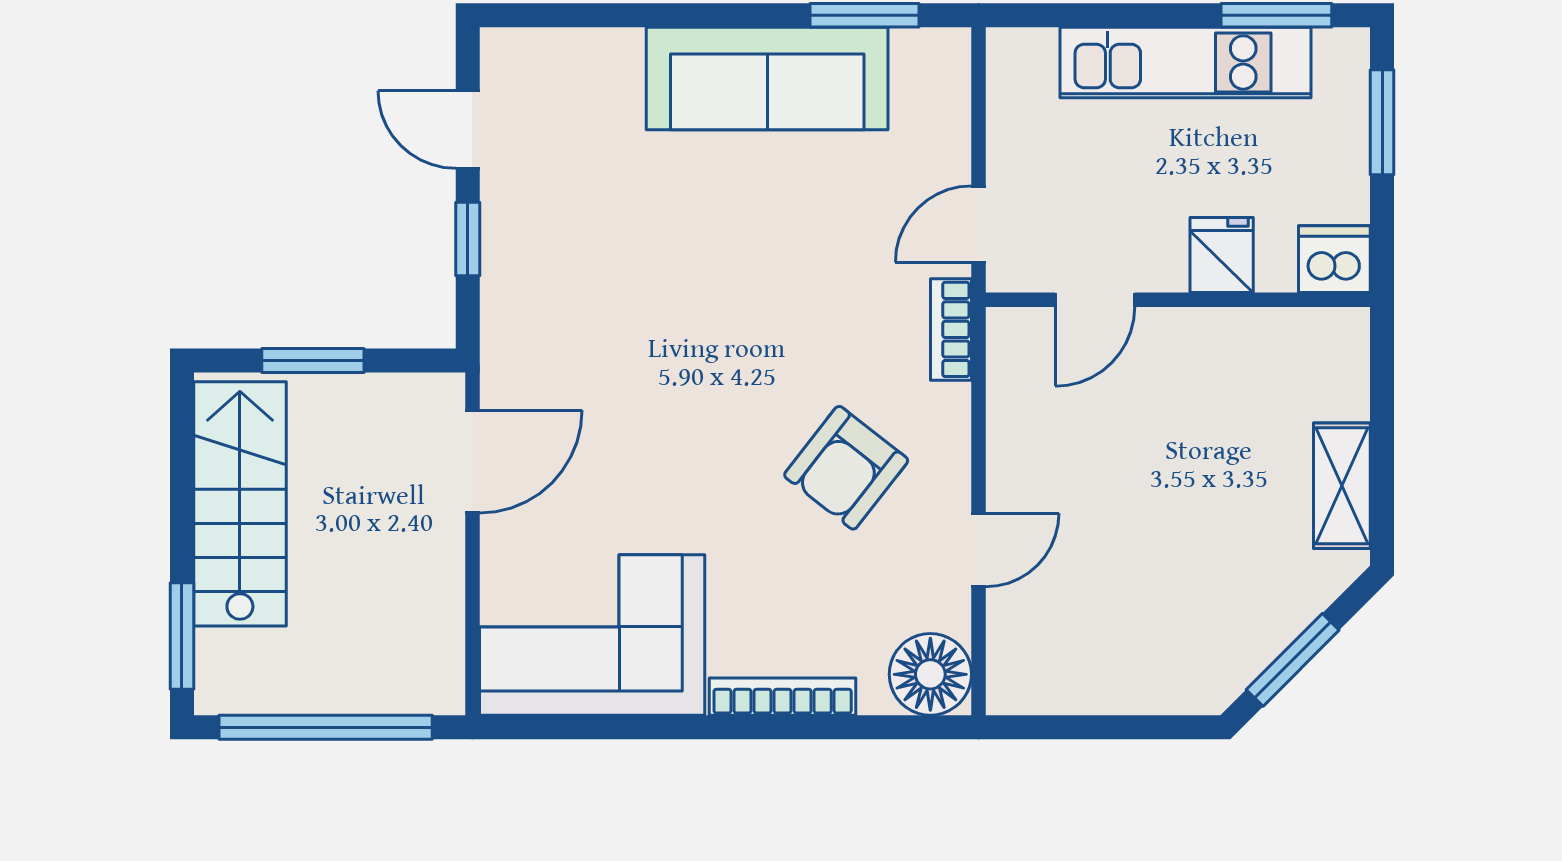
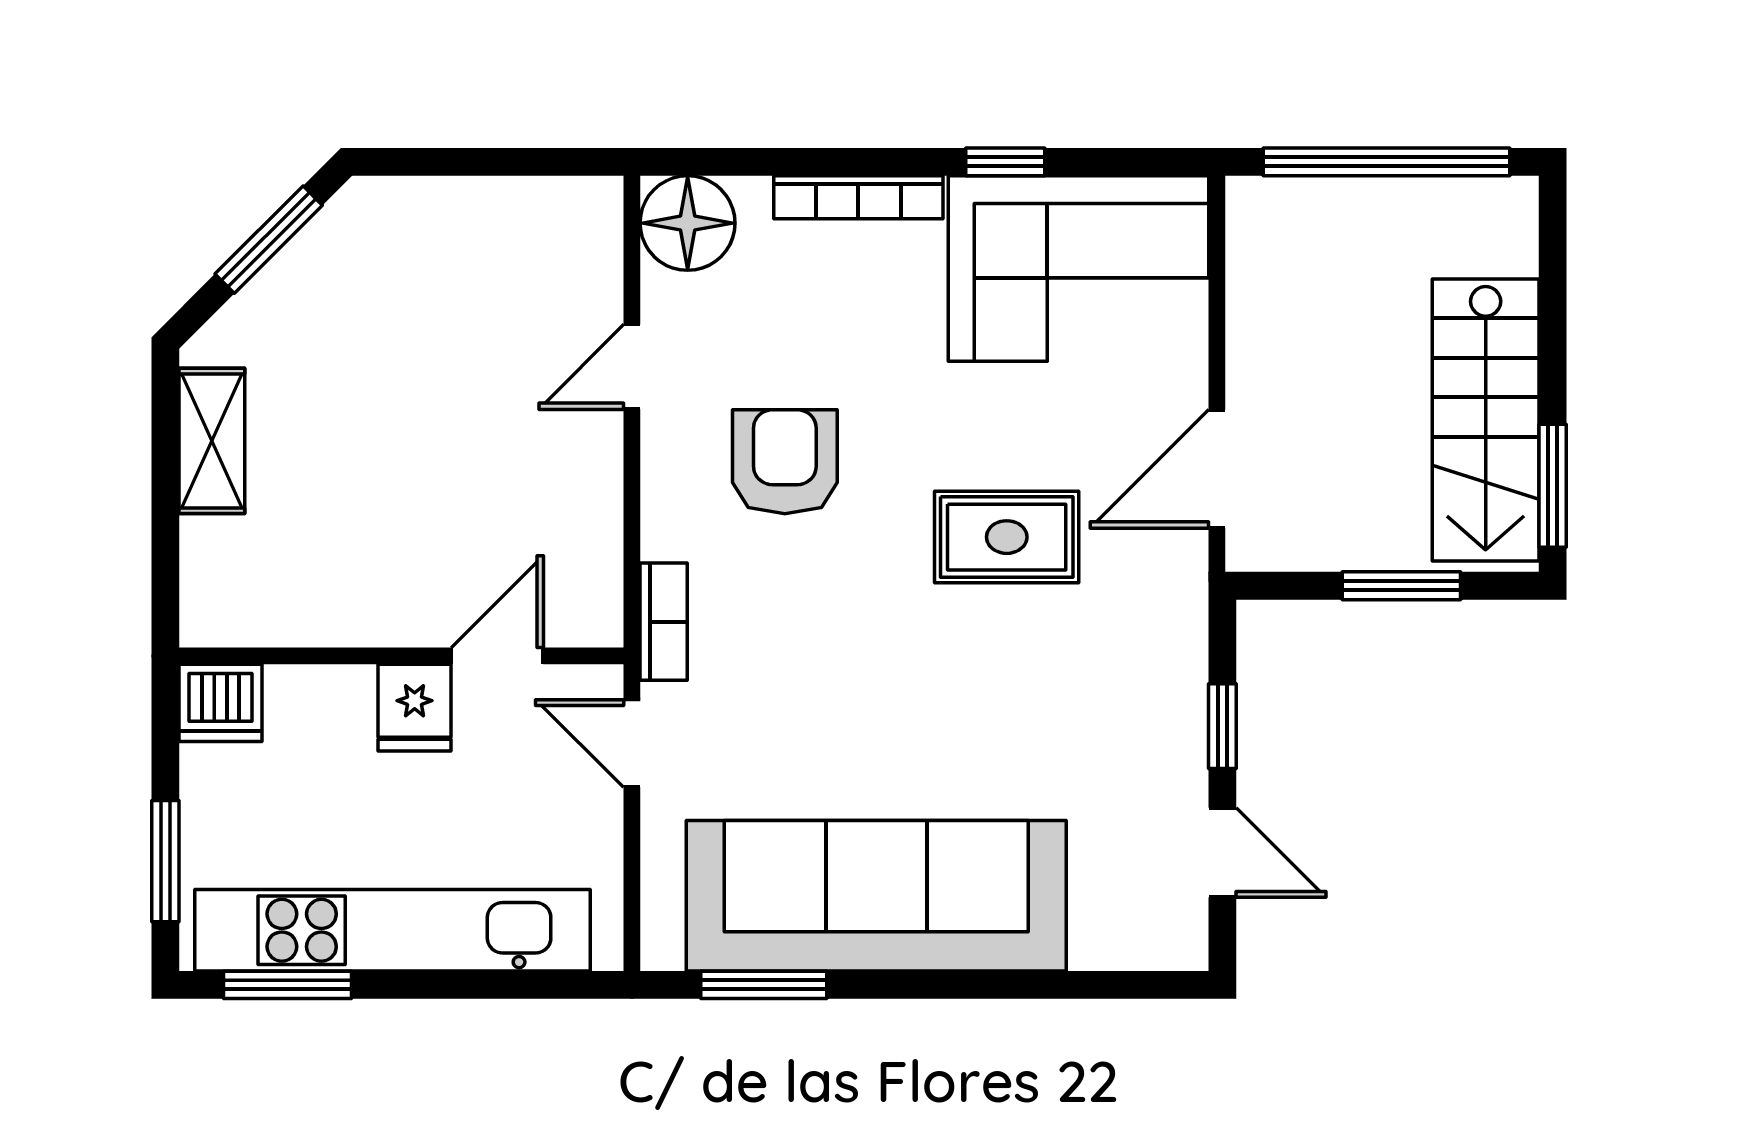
kitchen unit: (1186, 62) -> (393, 930), width x1.36
sofa: (767, 78) -> (876, 896), width x1.36, depth x1.27
door: (978, 224) -> (632, 743), swing flipped
fridge: (1222, 255) -> (415, 708), moved
rug: (654, 403) -> (1007, 537), added
armchair: (846, 468) -> (785, 462), turned -38
window: (182, 636) -> (1553, 486), moved
window: (655, 727) -> (1005, 162), added

